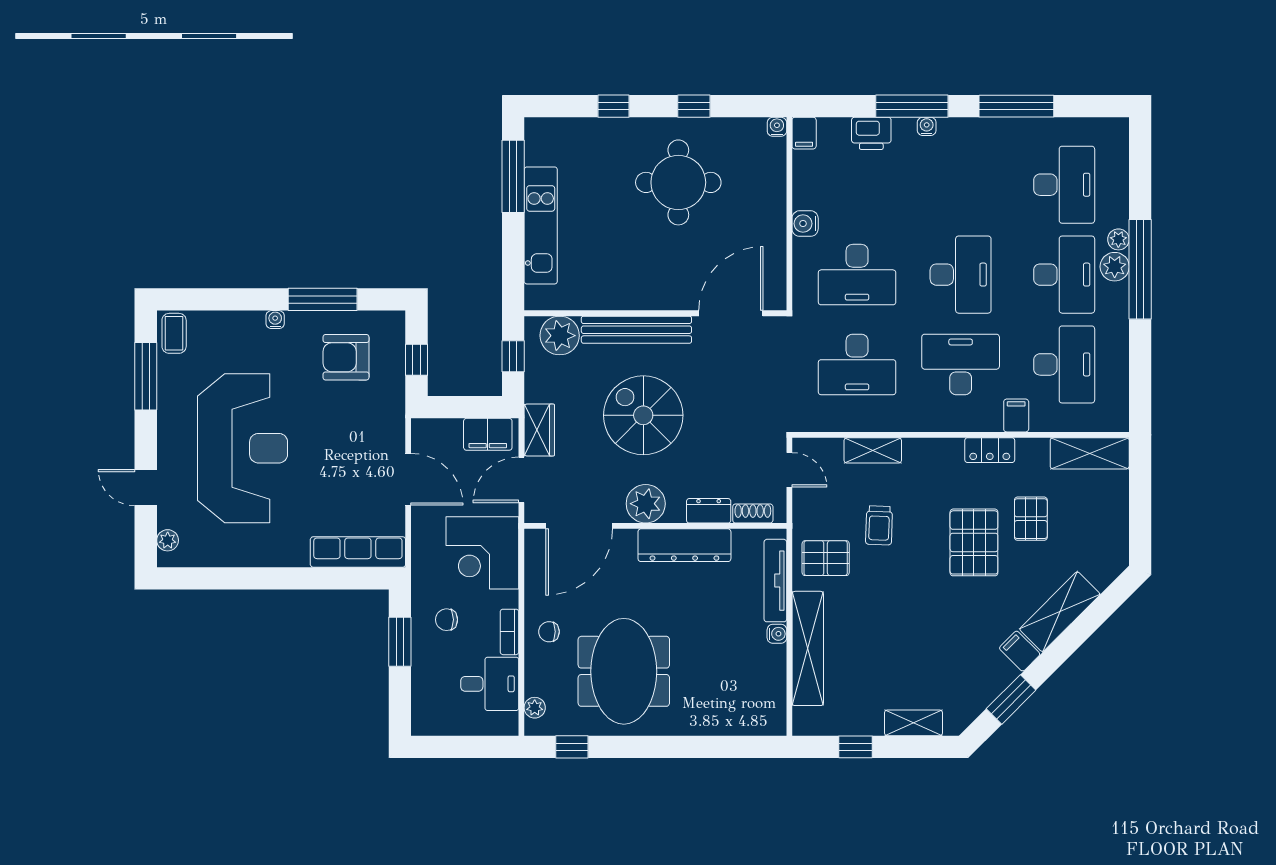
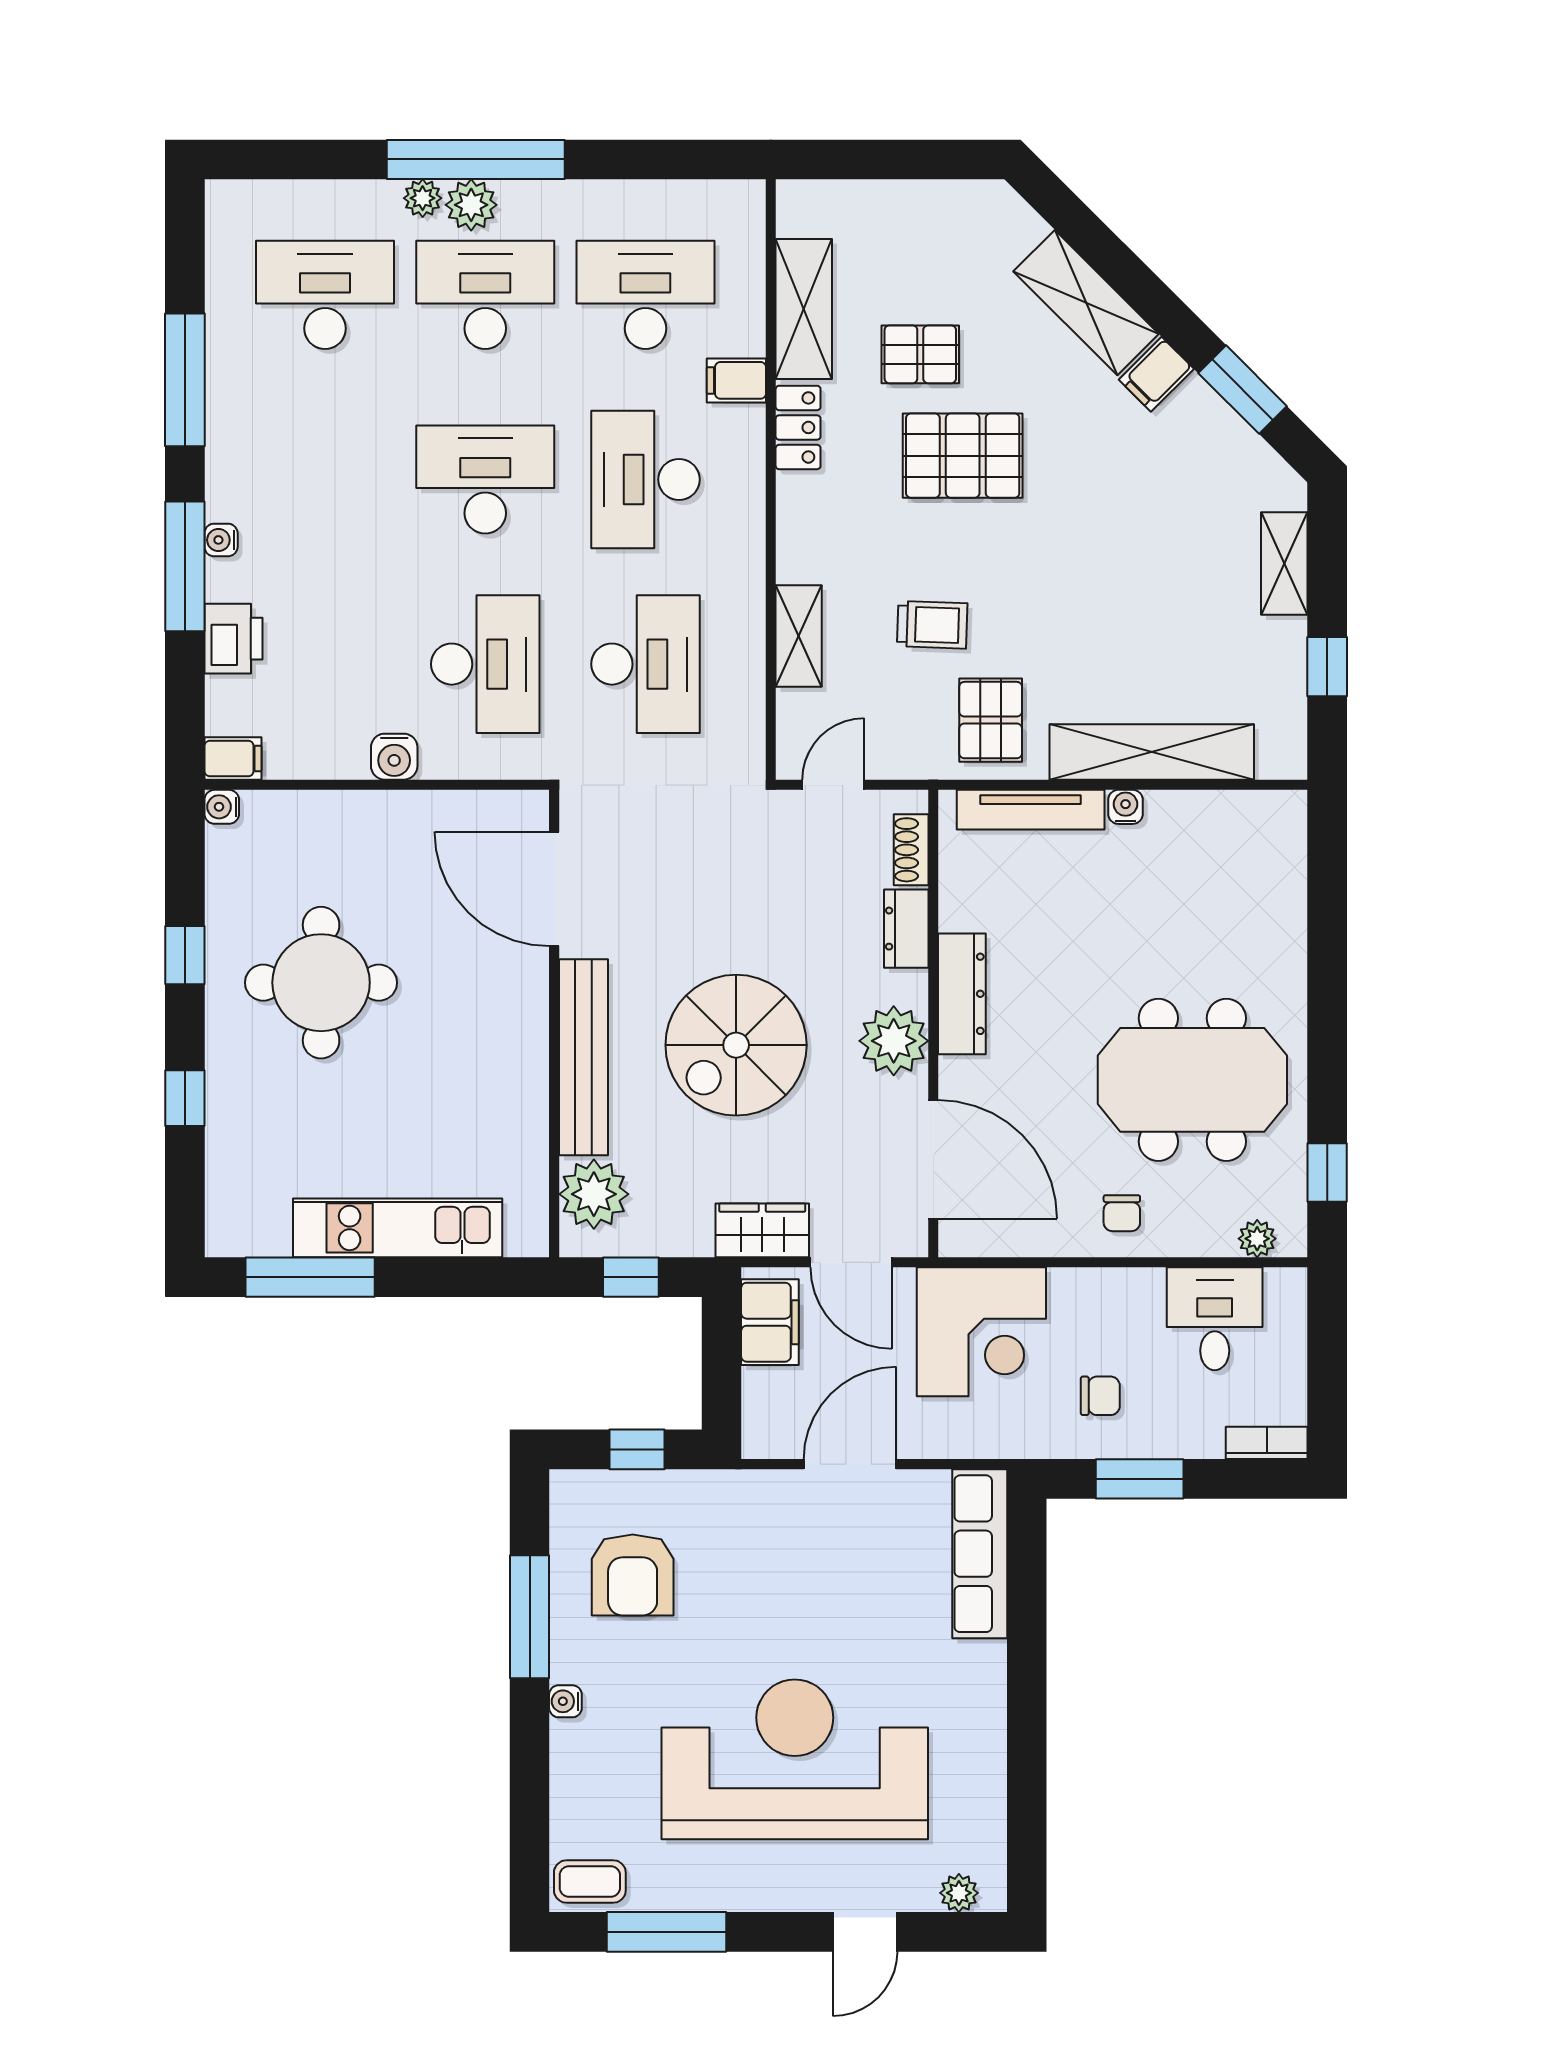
shelving: (1090, 453) -> (804, 309), moved
dresser: (684, 545) -> (962, 994), width x0.73, depth x0.80
chair: (447, 620) -> (1100, 1396), turned -90
bookcase: (510, 632) -> (1267, 1443), moved, turned 180

